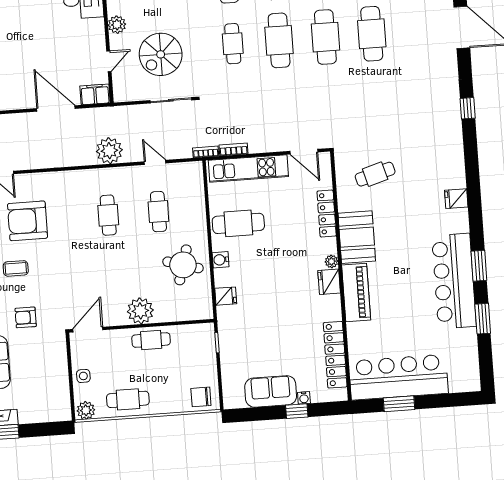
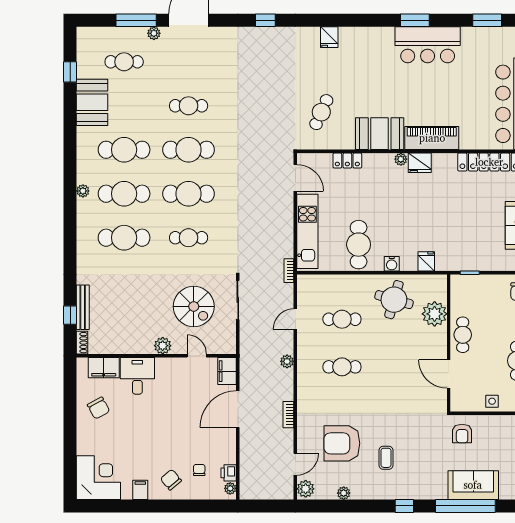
cafe table: (372, 34) -> (189, 106), width x0.73, depth x0.74
bookcase: (234, 149) -> (288, 415), moved
plant: (109, 151) -> (287, 361), width x0.53, depth x0.53
door: (304, 152) -> (295, 178), hinge flipped
cafe table: (375, 174) -> (321, 112), turned 40
fridge: (456, 199) -> (329, 37), moved
locker: (327, 214) -> (347, 161), width x0.66
armchair: (28, 221) -> (342, 443), turned 90
bar counter: (454, 281) -> (428, 45), width x0.73
plant: (140, 311) -> (435, 314), moved
armchair: (26, 317) -> (462, 434), moved
window: (483, 319) -> (487, 20), moved
door: (88, 330) -> (449, 374), moved

